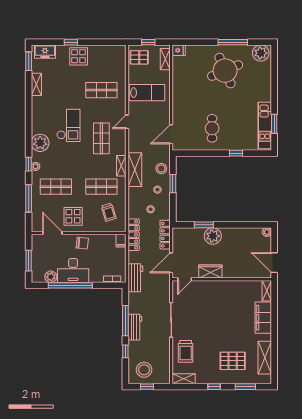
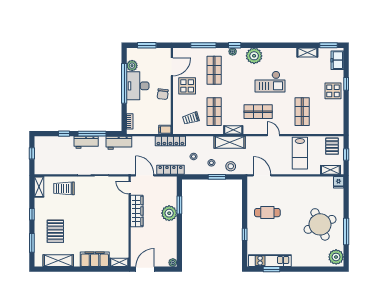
wardrobe: (210, 272) -> (137, 211), width x1.50
workbench: (135, 278) -> (119, 143), moved
stool: (144, 370) -> (47, 151), removed

